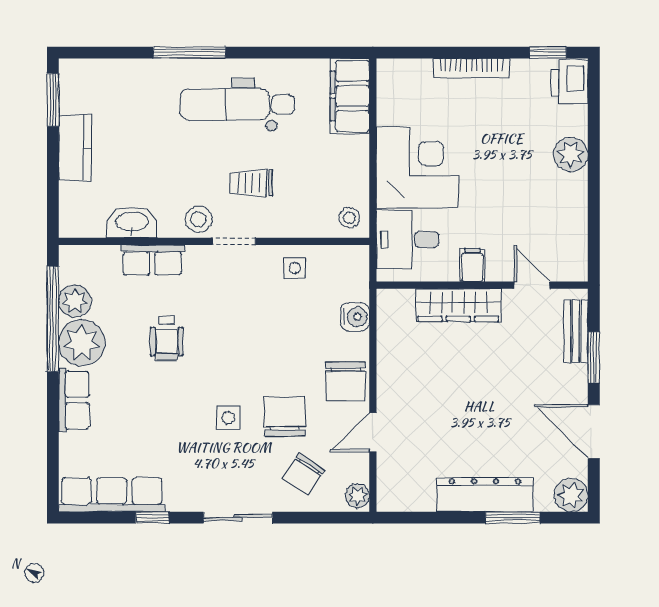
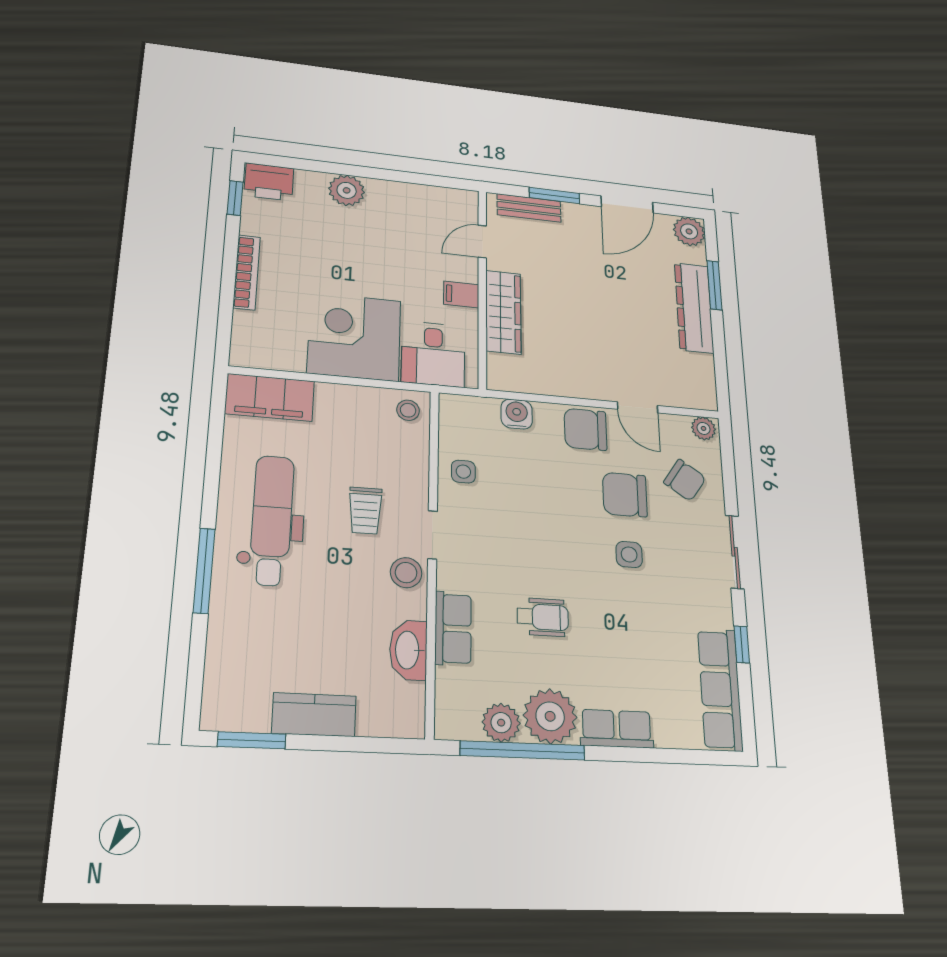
dental chair: (237, 104) -> (272, 520), turned 180
chair: (346, 381) -> (585, 429), turned 180

